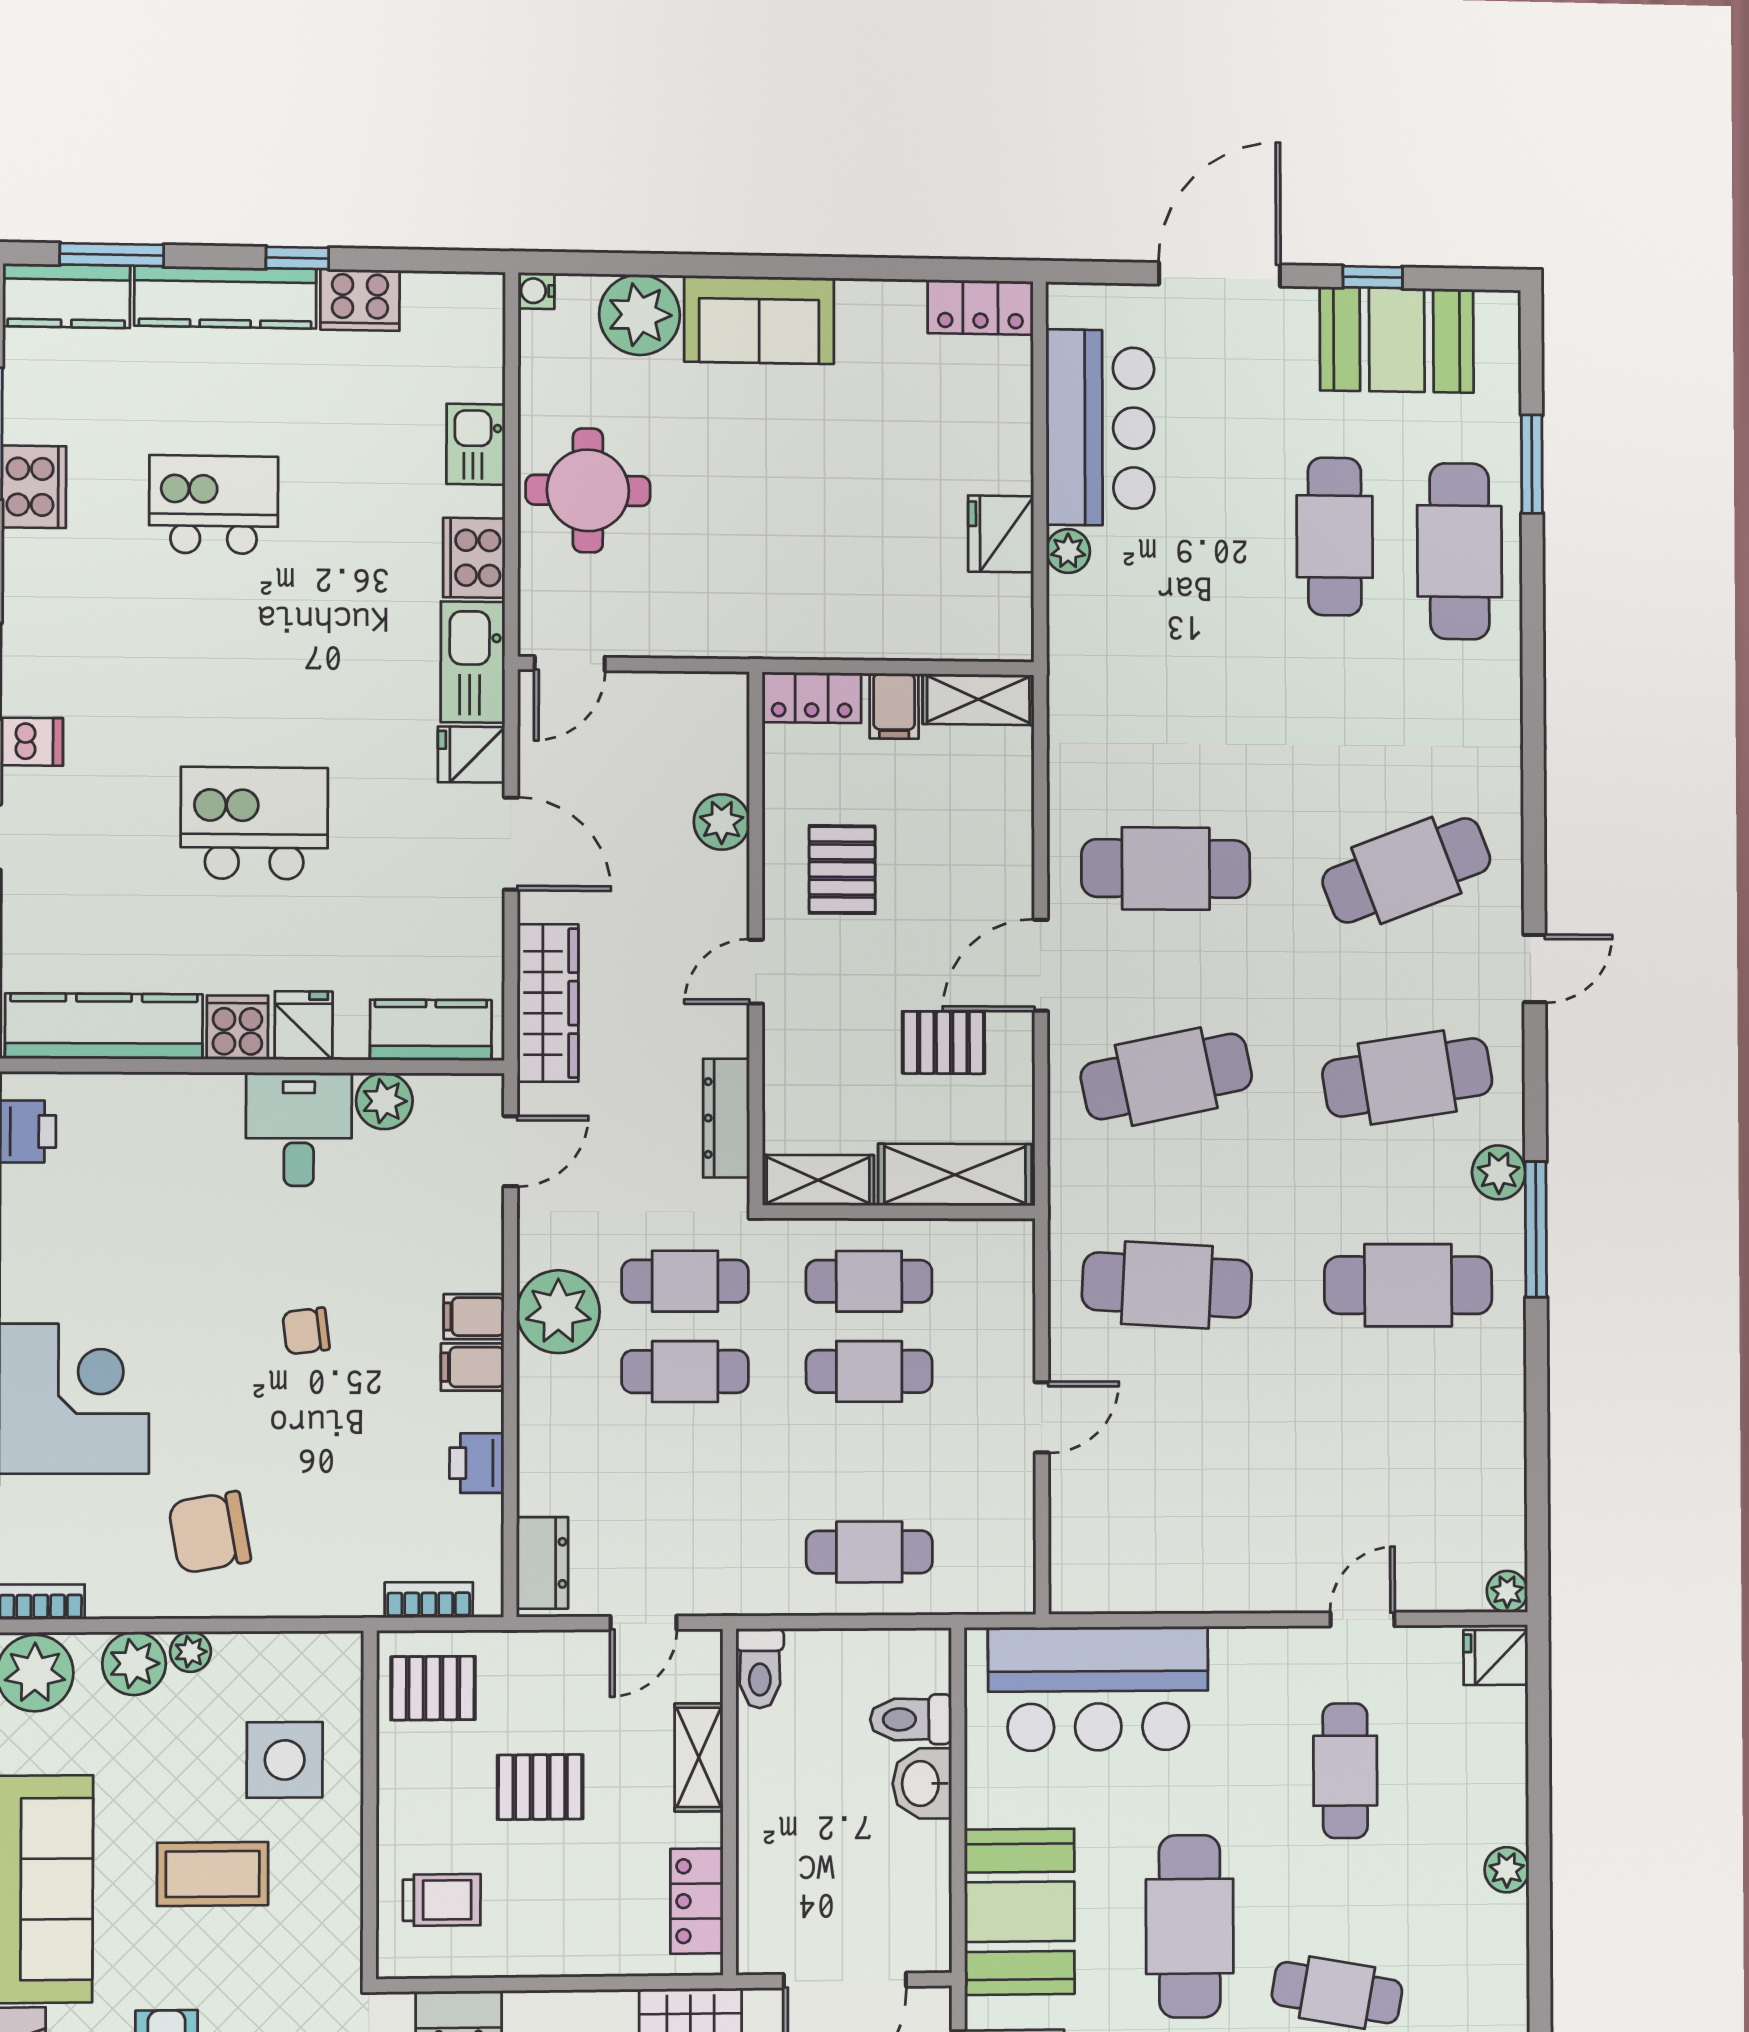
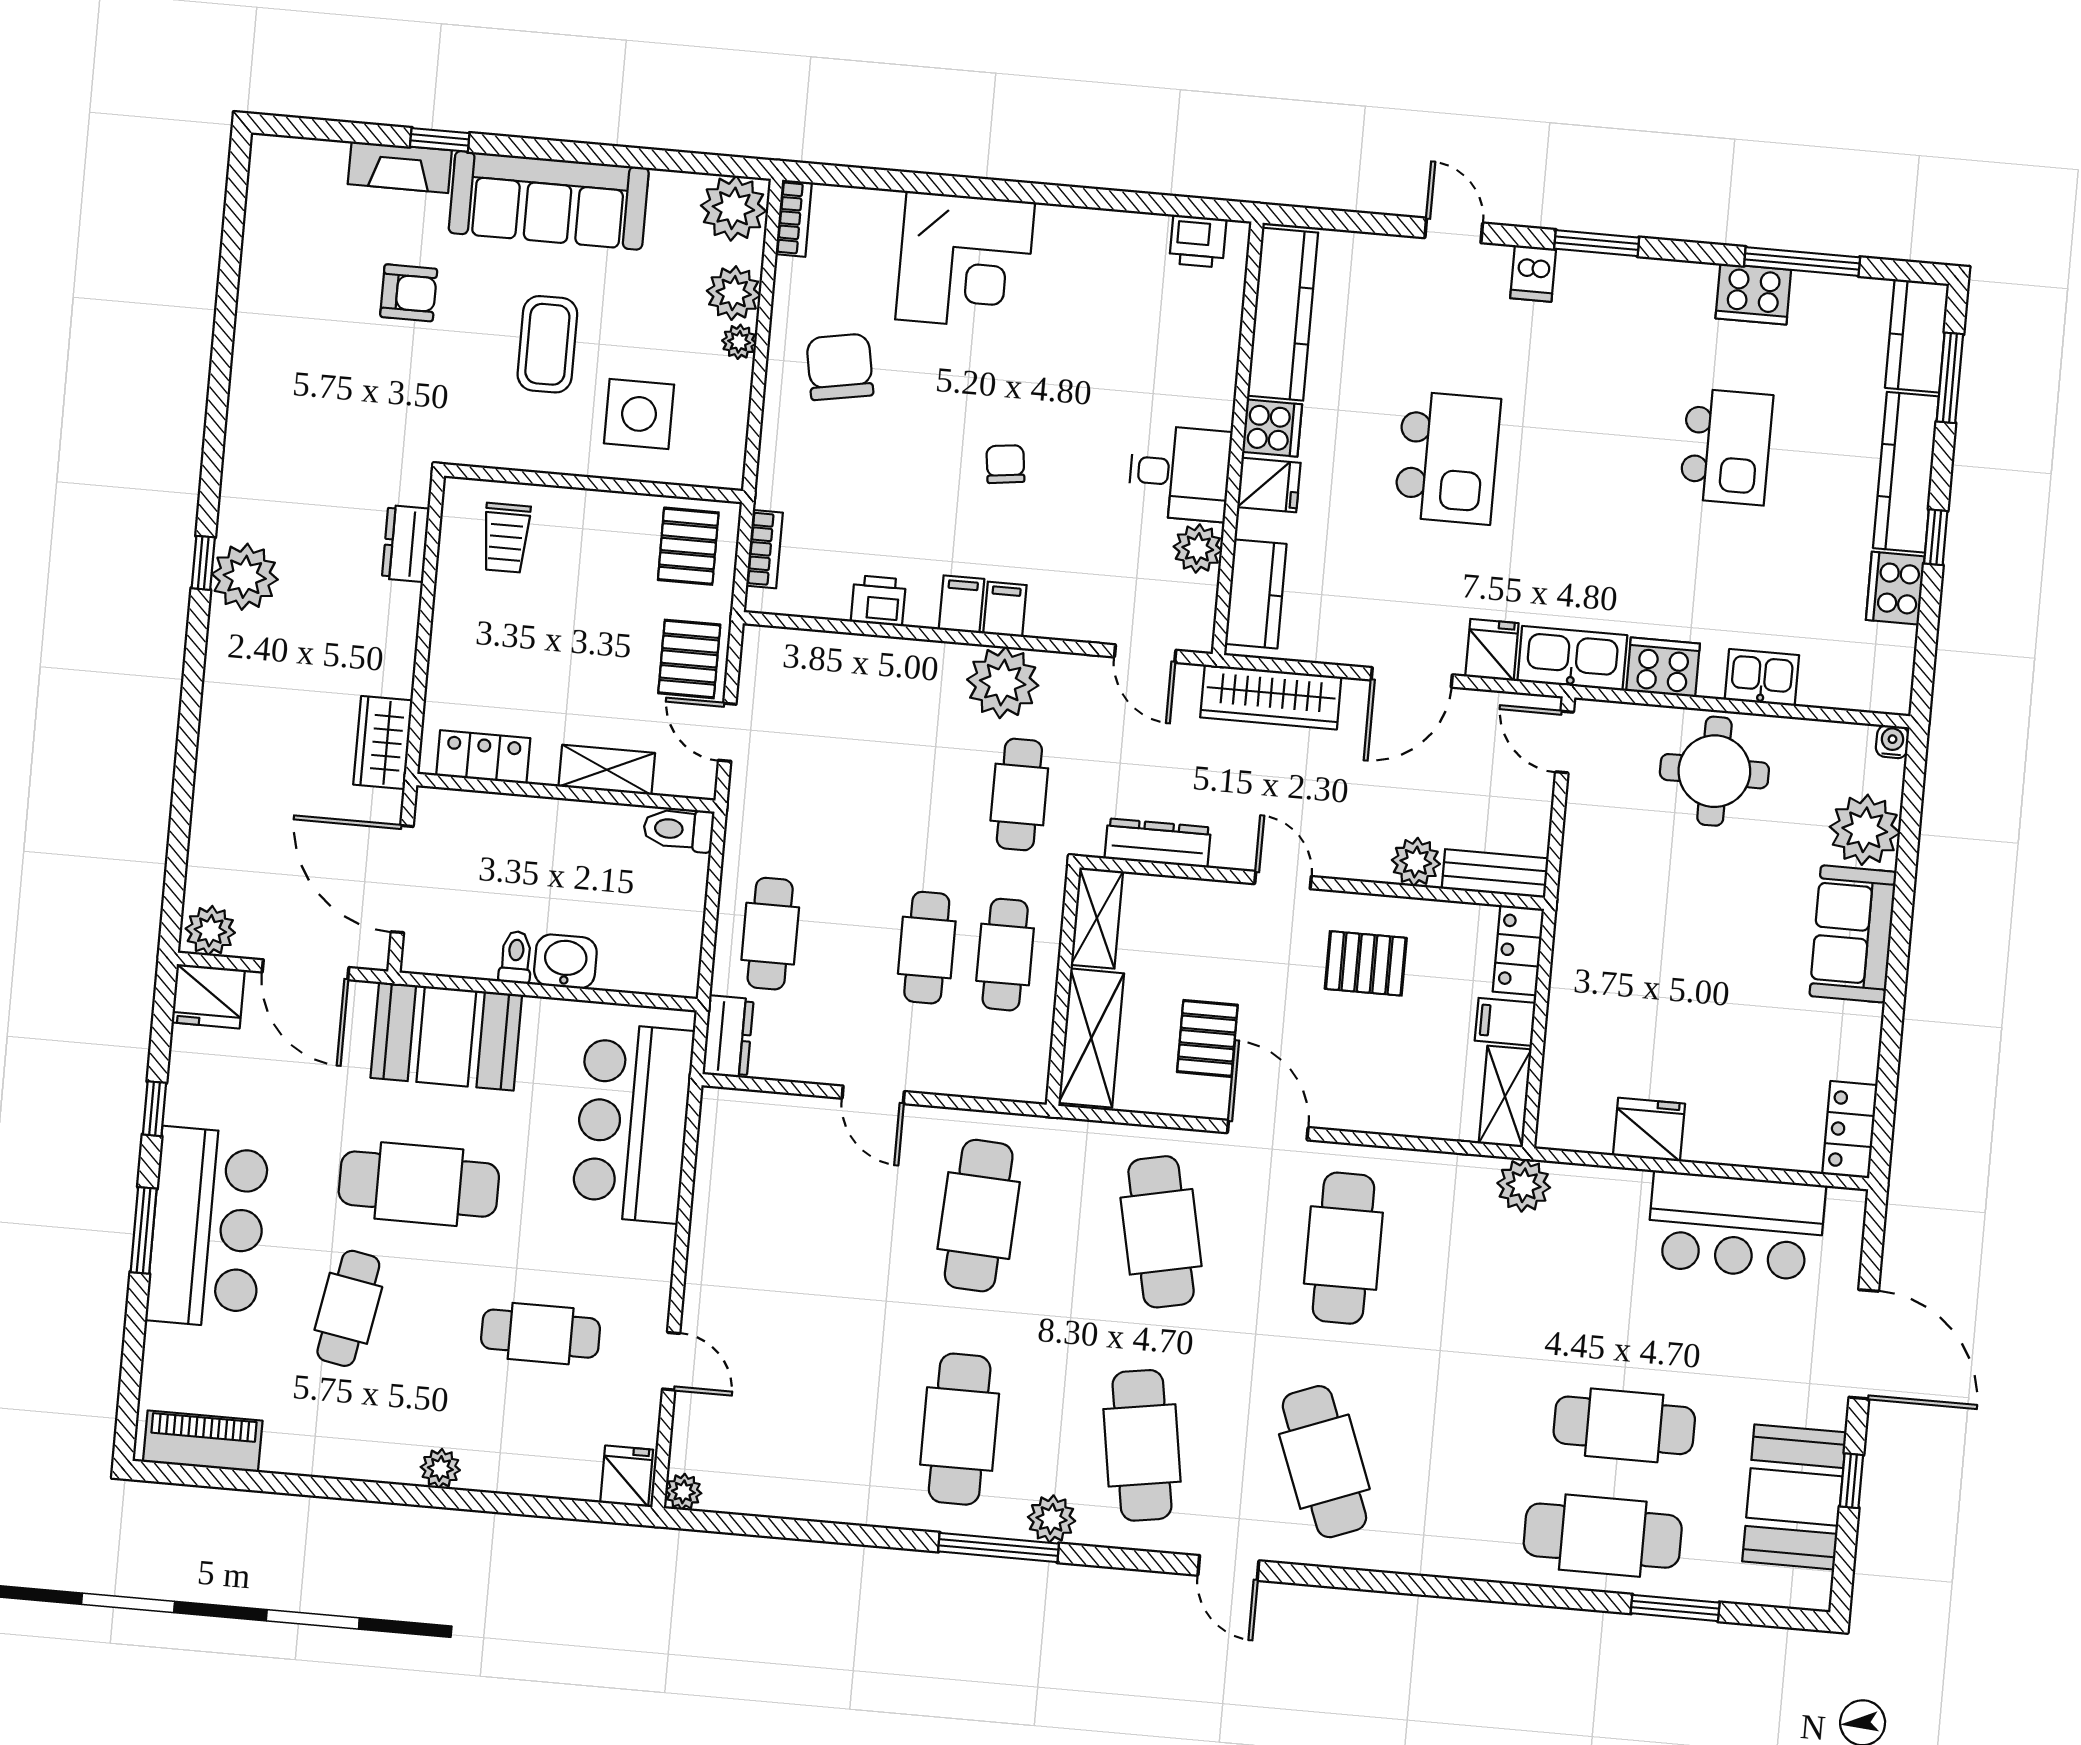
plant: (1068, 551) -> (1524, 1185), moved, width x1.38, depth x1.38
bench: (727, 731) -> (1495, 873), added
cafe table: (685, 1372) -> (941, 787), removed
dresser: (542, 1563) -> (728, 1037), moved, turned -90
toilet: (911, 1719) -> (516, 957), moved, width x0.73, depth x0.72
pallet: (540, 1787) -> (689, 659), moved

